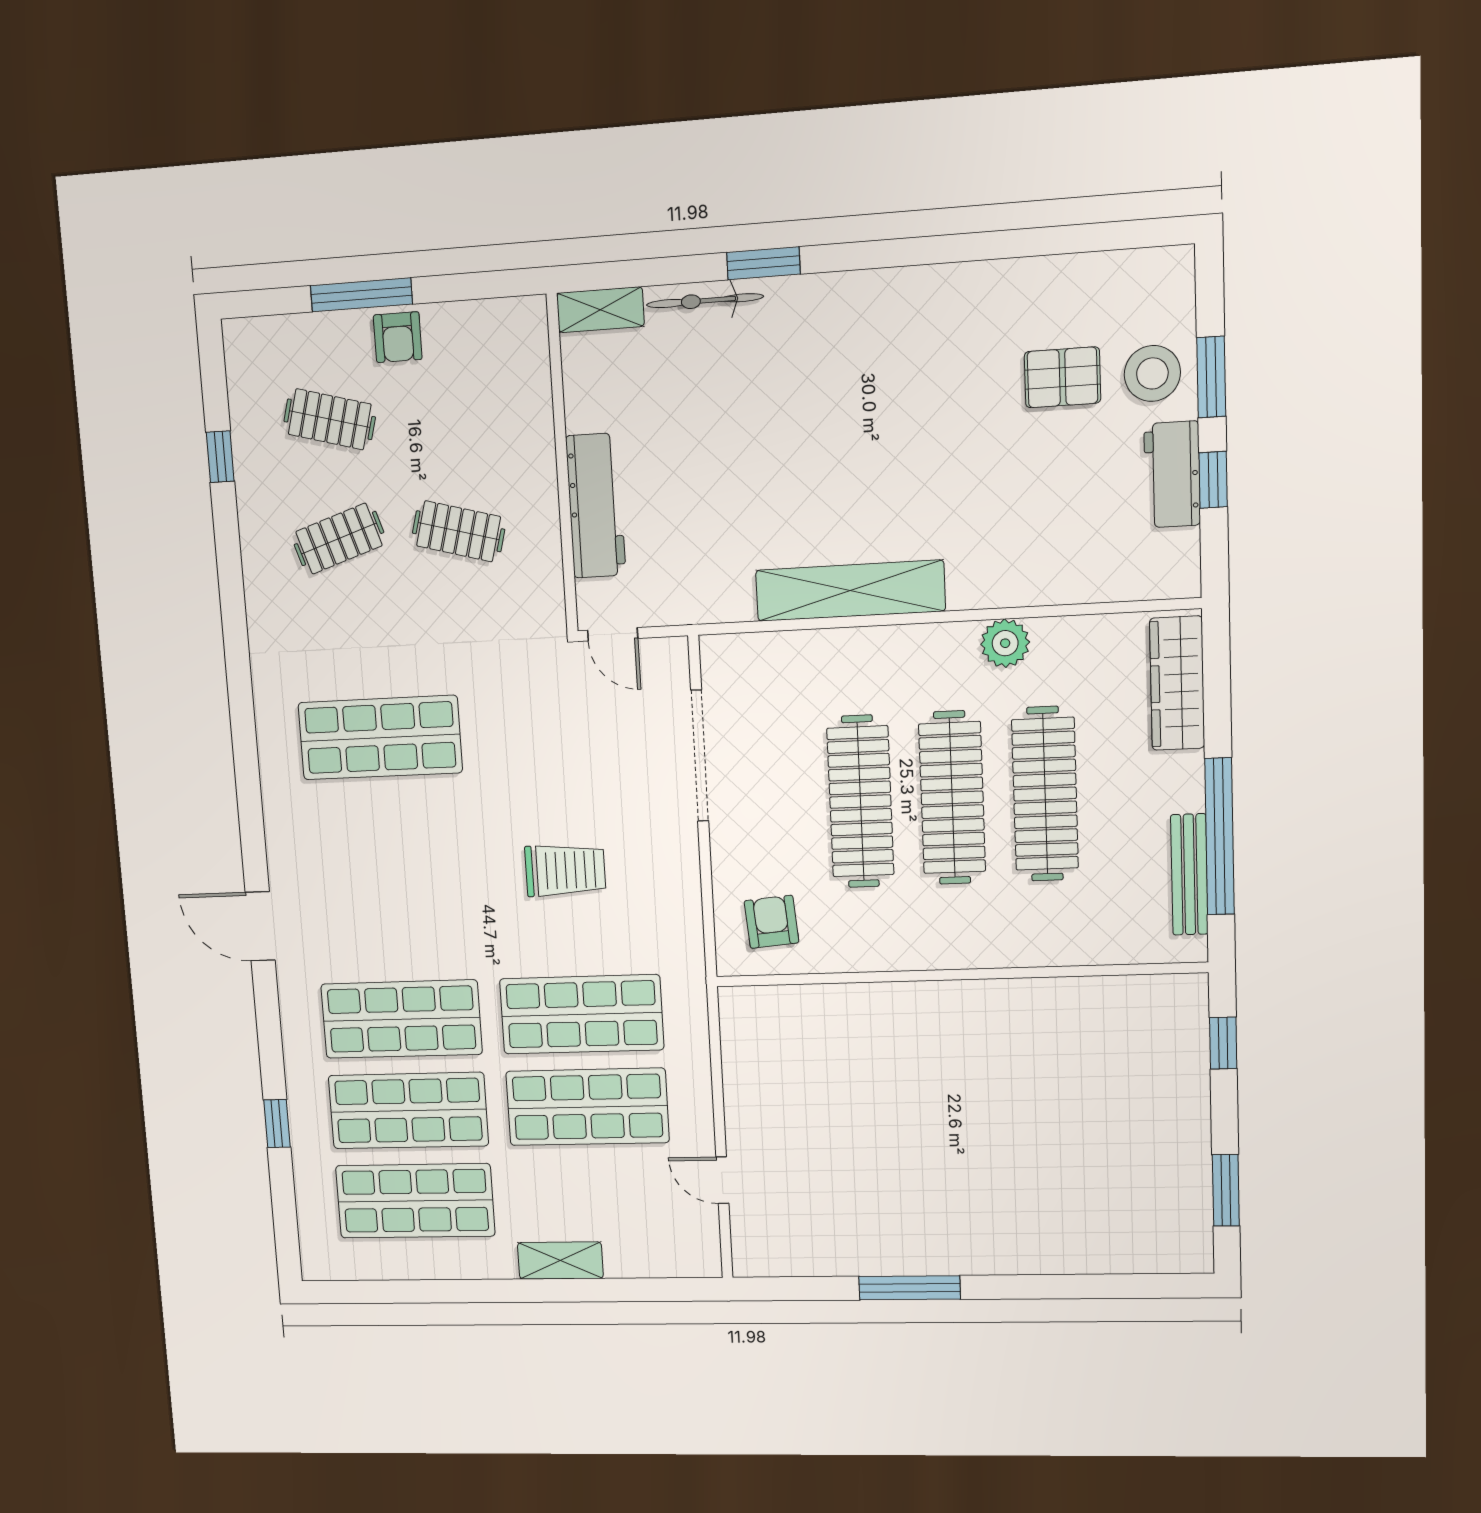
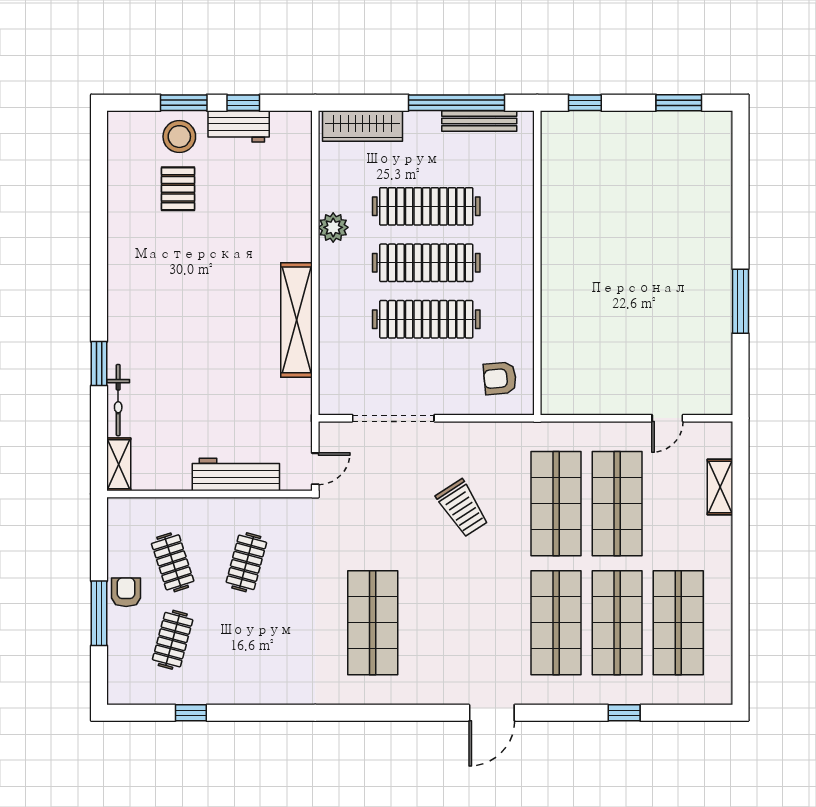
armchair: (398, 337) -> (126, 592), turned -90
clothes rail: (339, 539) -> (173, 562), moved
trolley: (565, 870) -> (462, 508), turned 147
shelving: (560, 1260) -> (720, 487), moved

